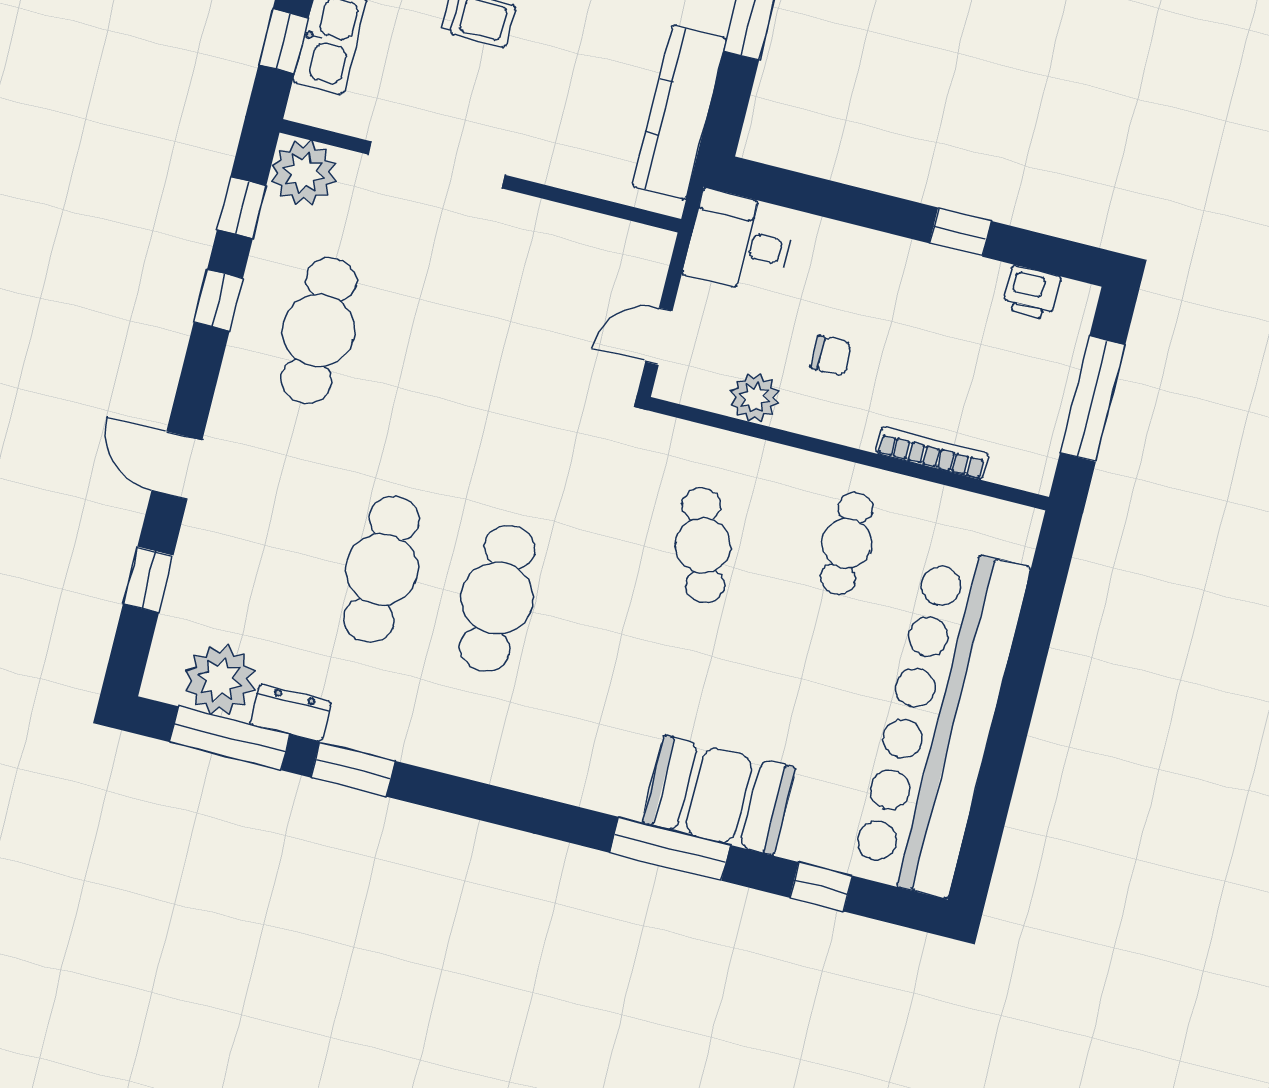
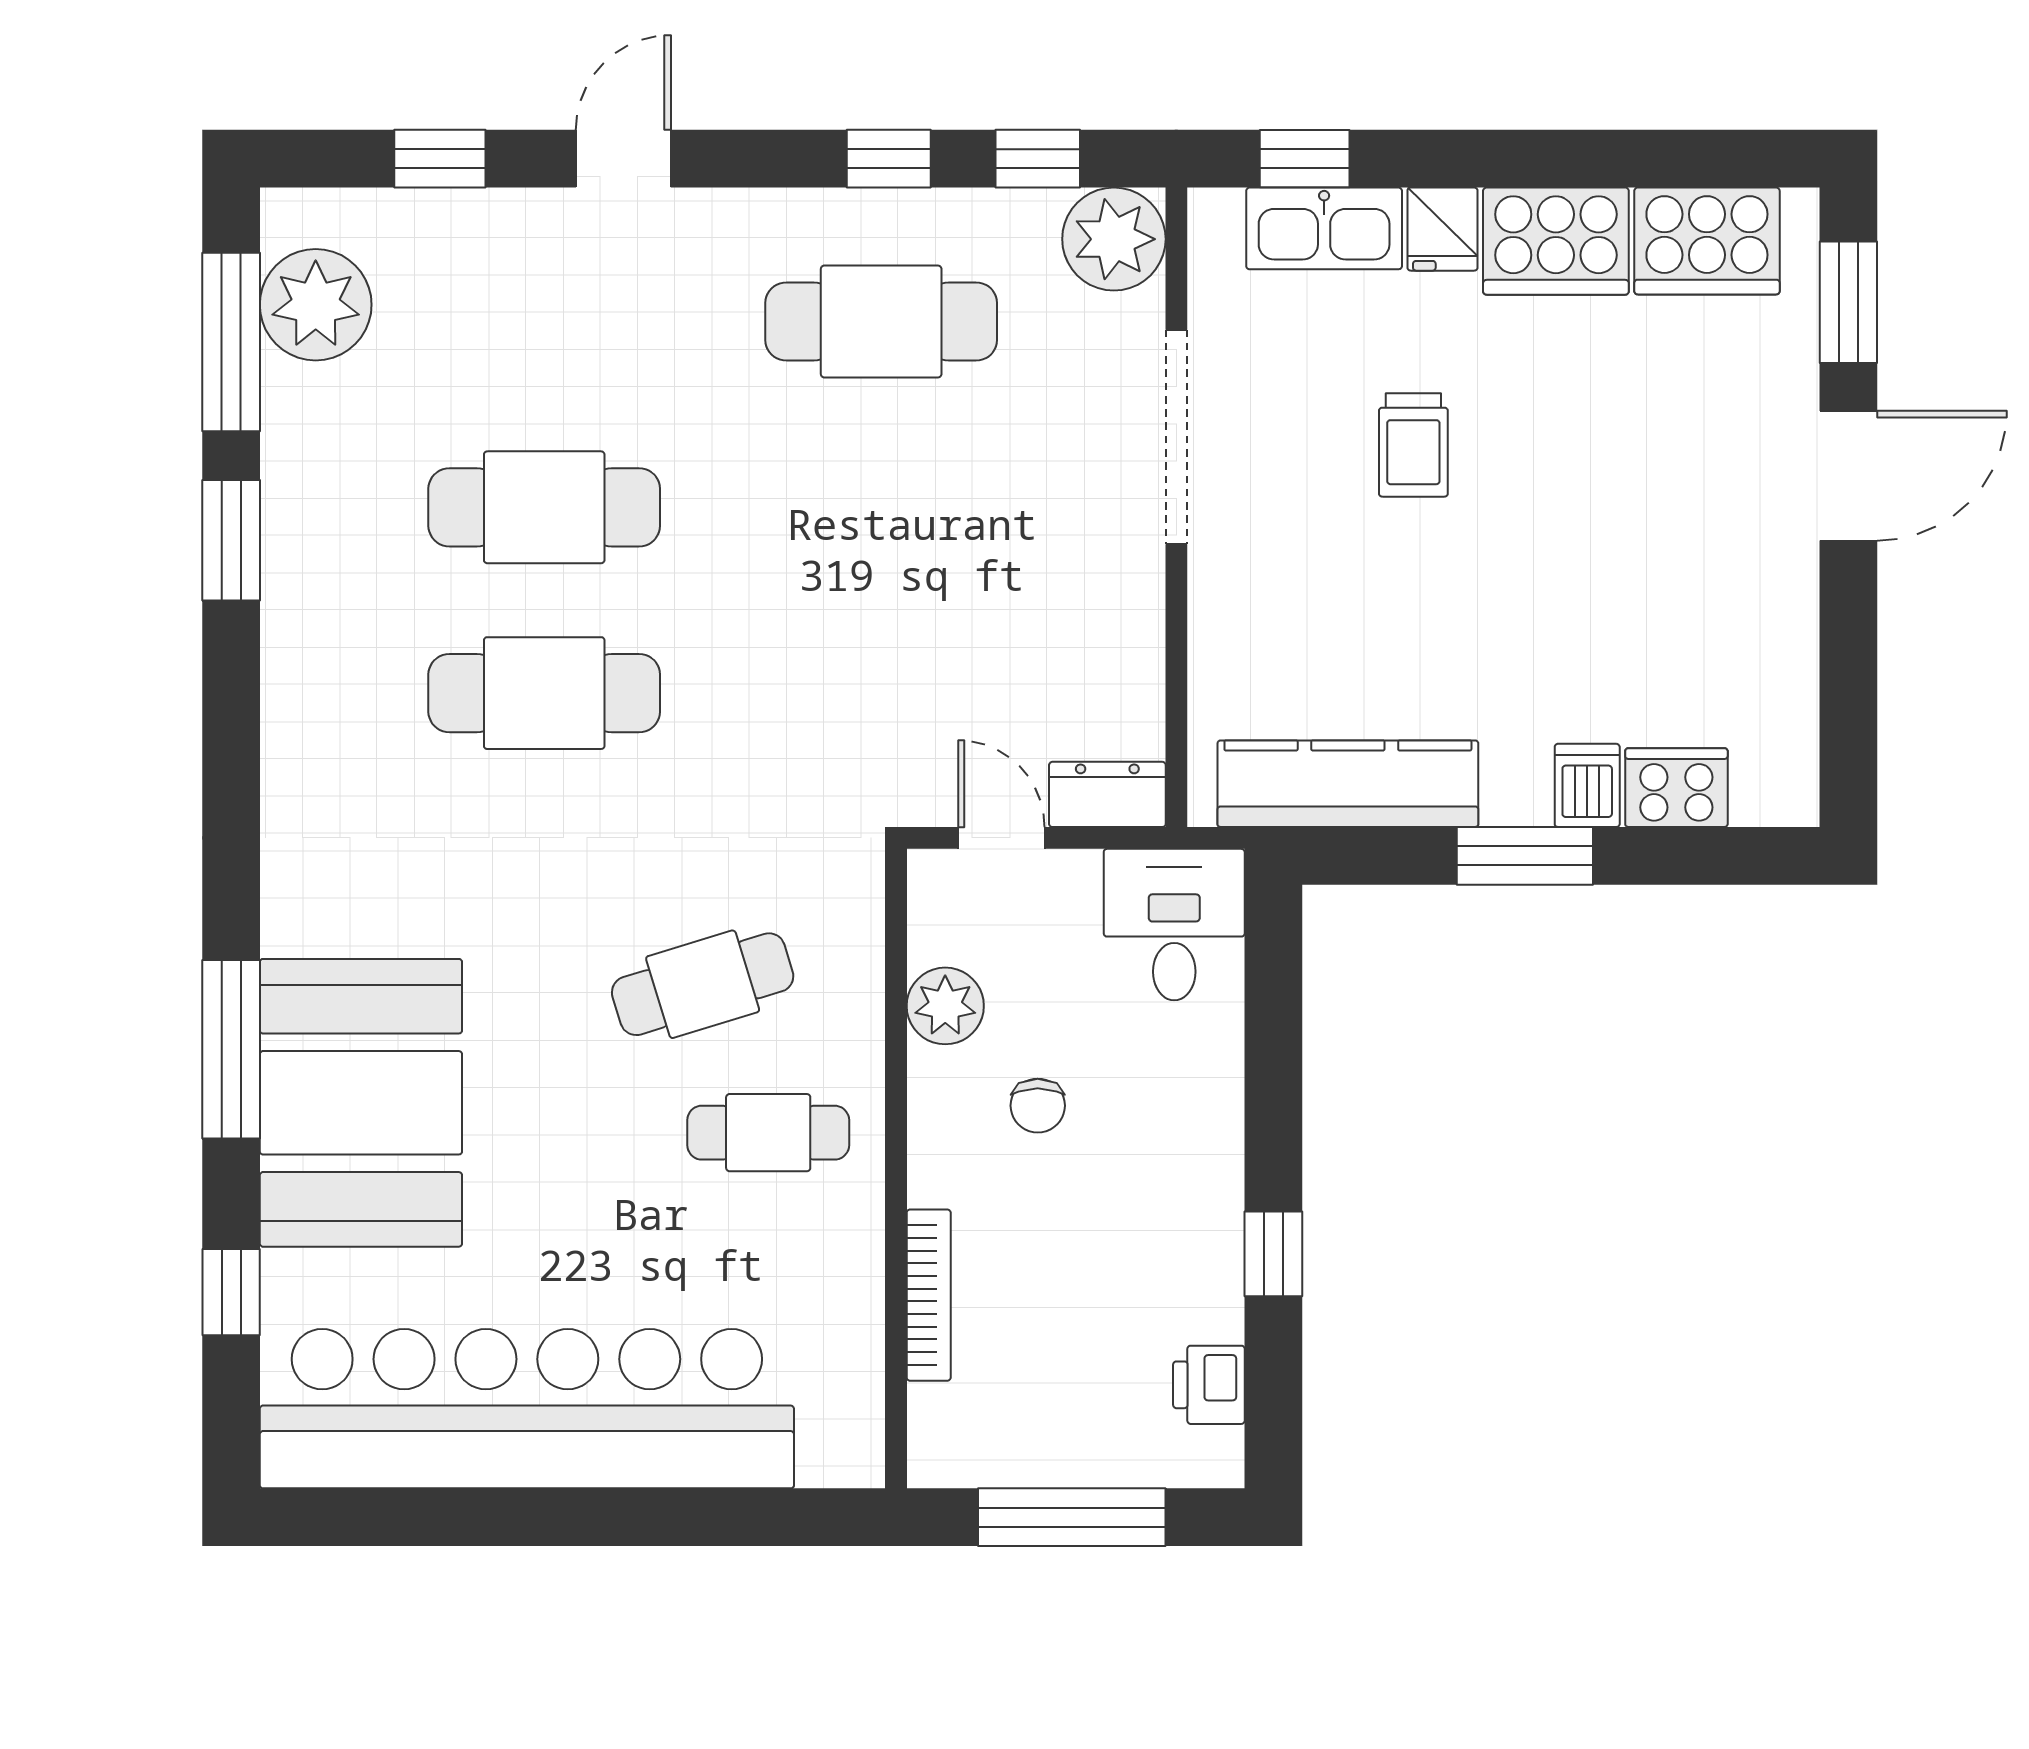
cafe table: (847, 543) -> (768, 1133), moved
dresser: (291, 713) -> (1107, 794), moved, turned -90
booth: (719, 795) -> (361, 1103), width x1.36, depth x1.42

